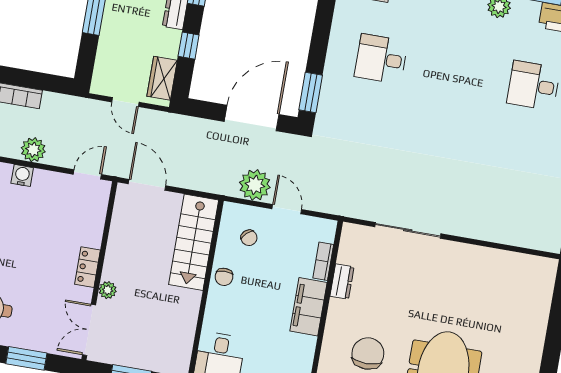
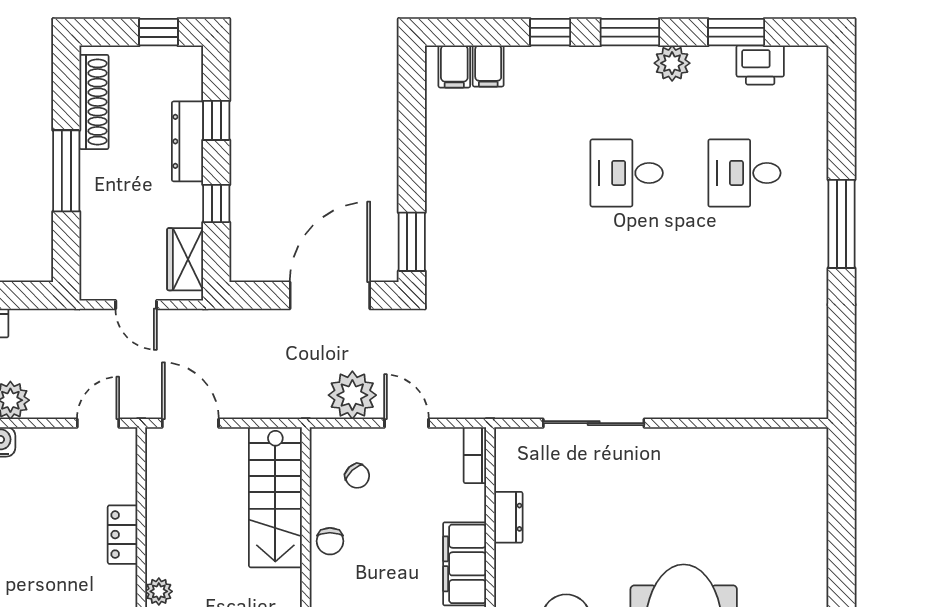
desk: (381, 59) -> (627, 173), moved
bookcase: (323, 261) -> (475, 455), moved
locker: (87, 267) -> (123, 535), moved

